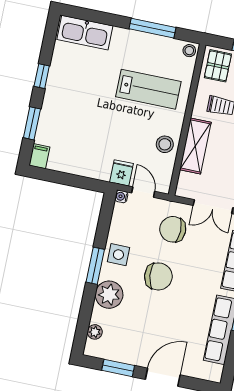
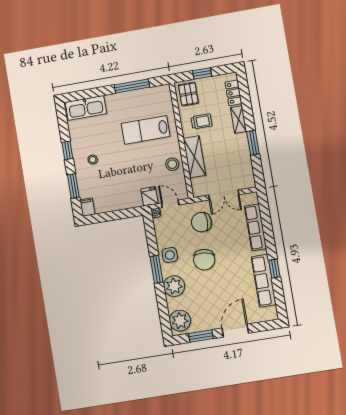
stool: (189, 51) -> (93, 160), moved
lab bench: (148, 89) -> (146, 130), turned 180
chair: (158, 276) -> (204, 260), turned 104
plant: (95, 332) -> (180, 321), width x1.88, depth x1.88

